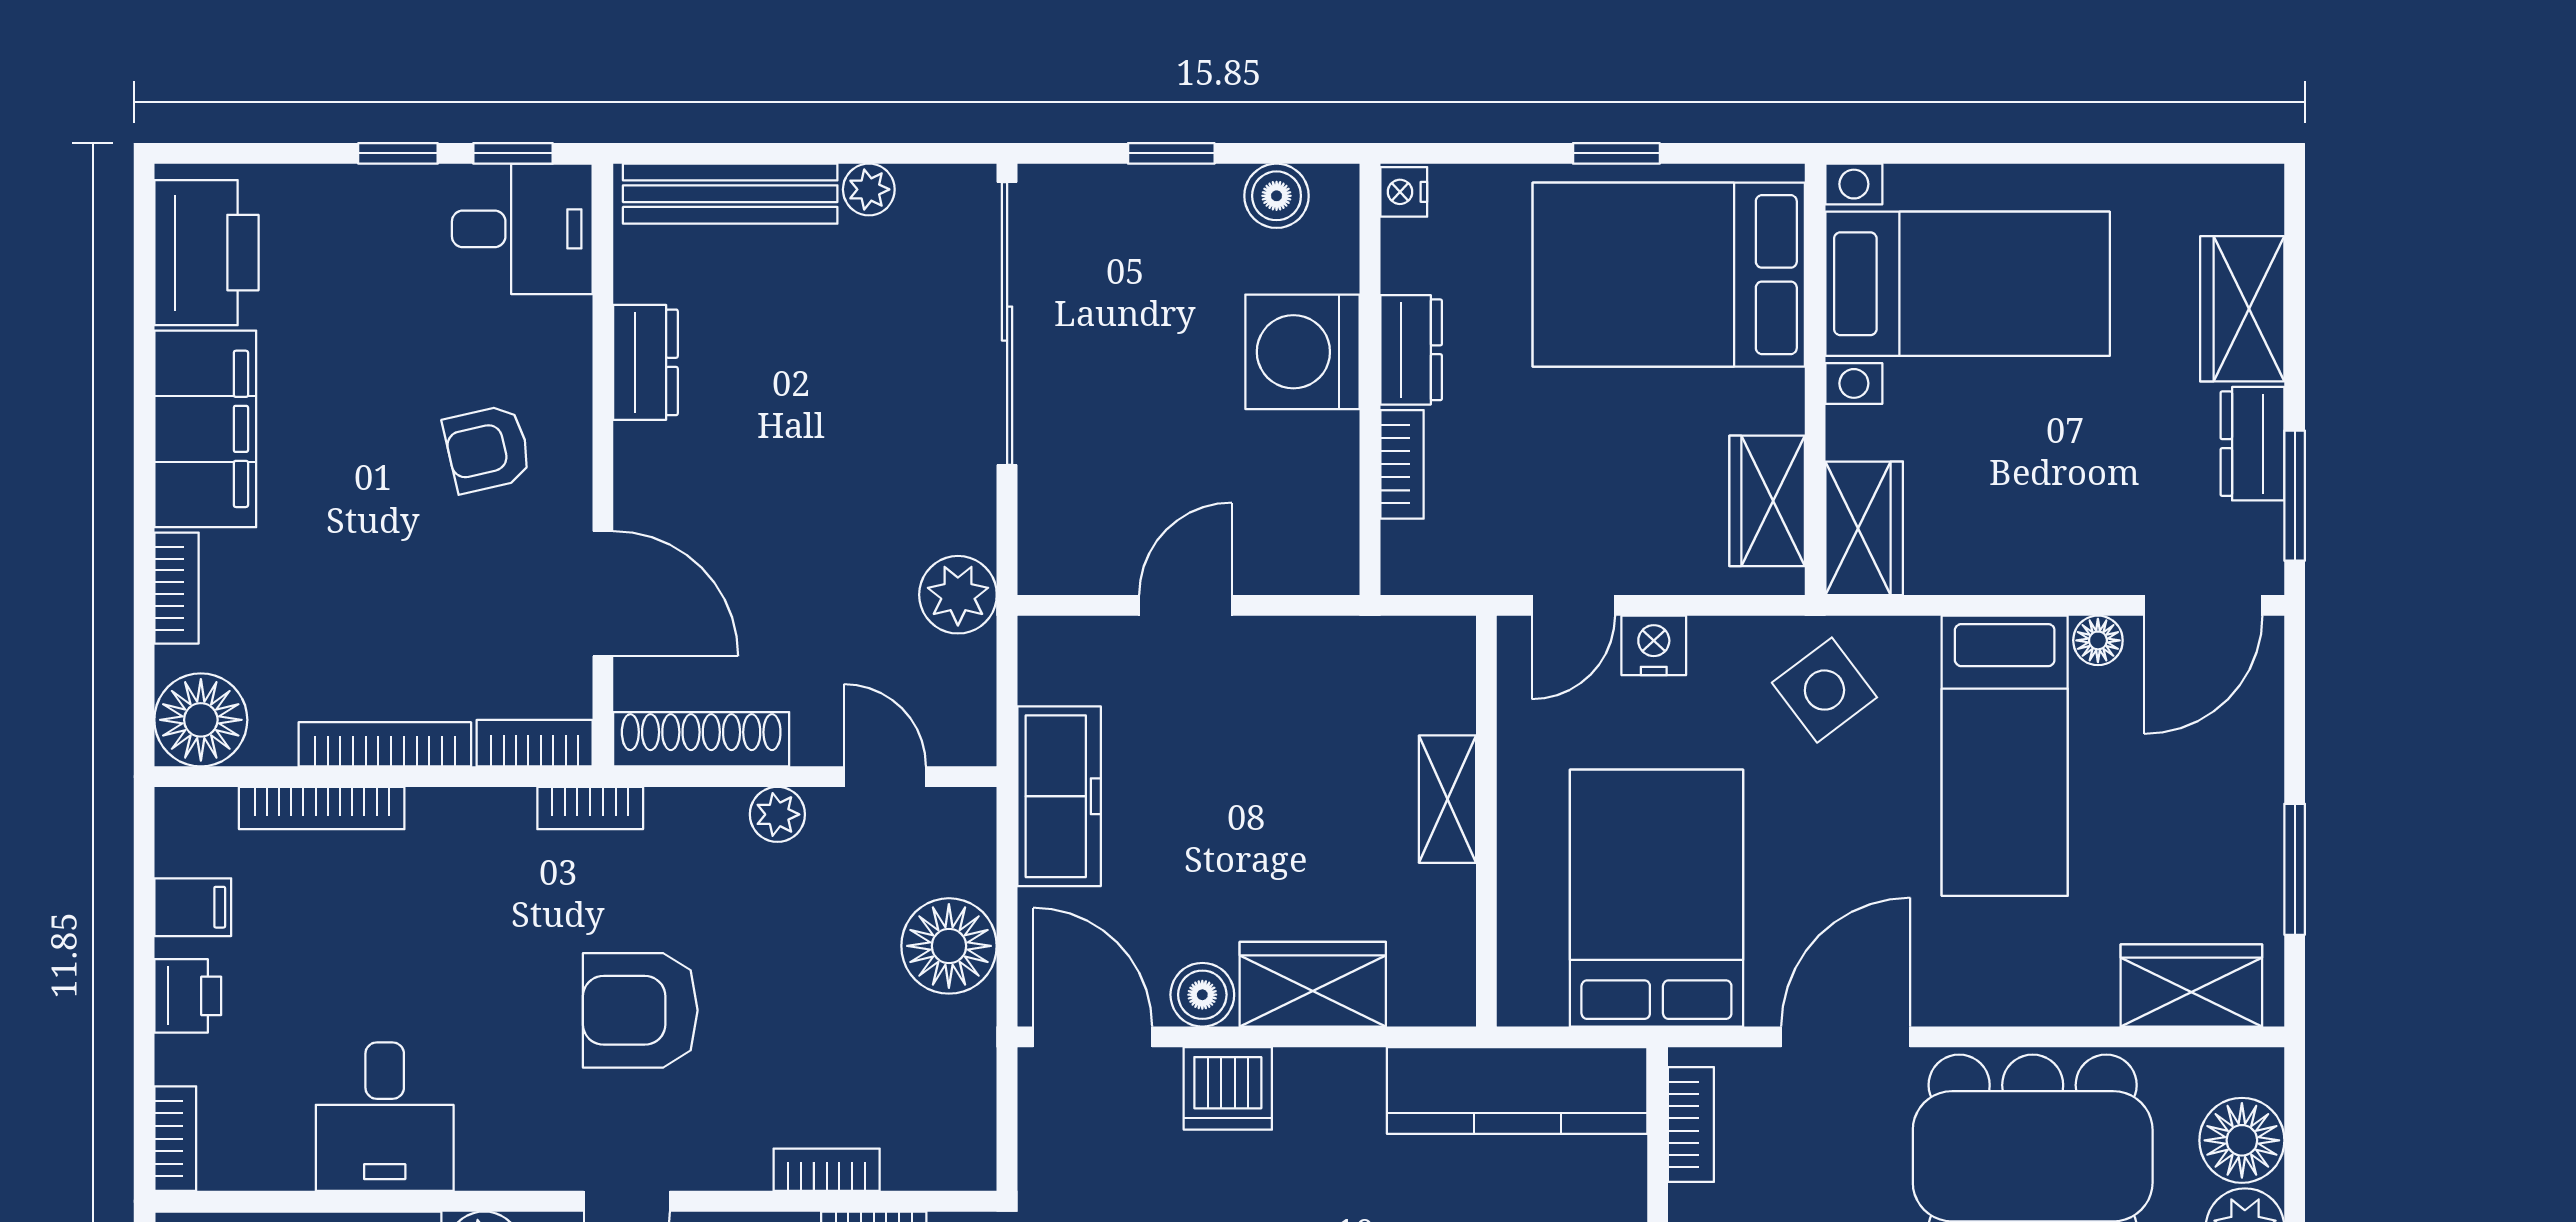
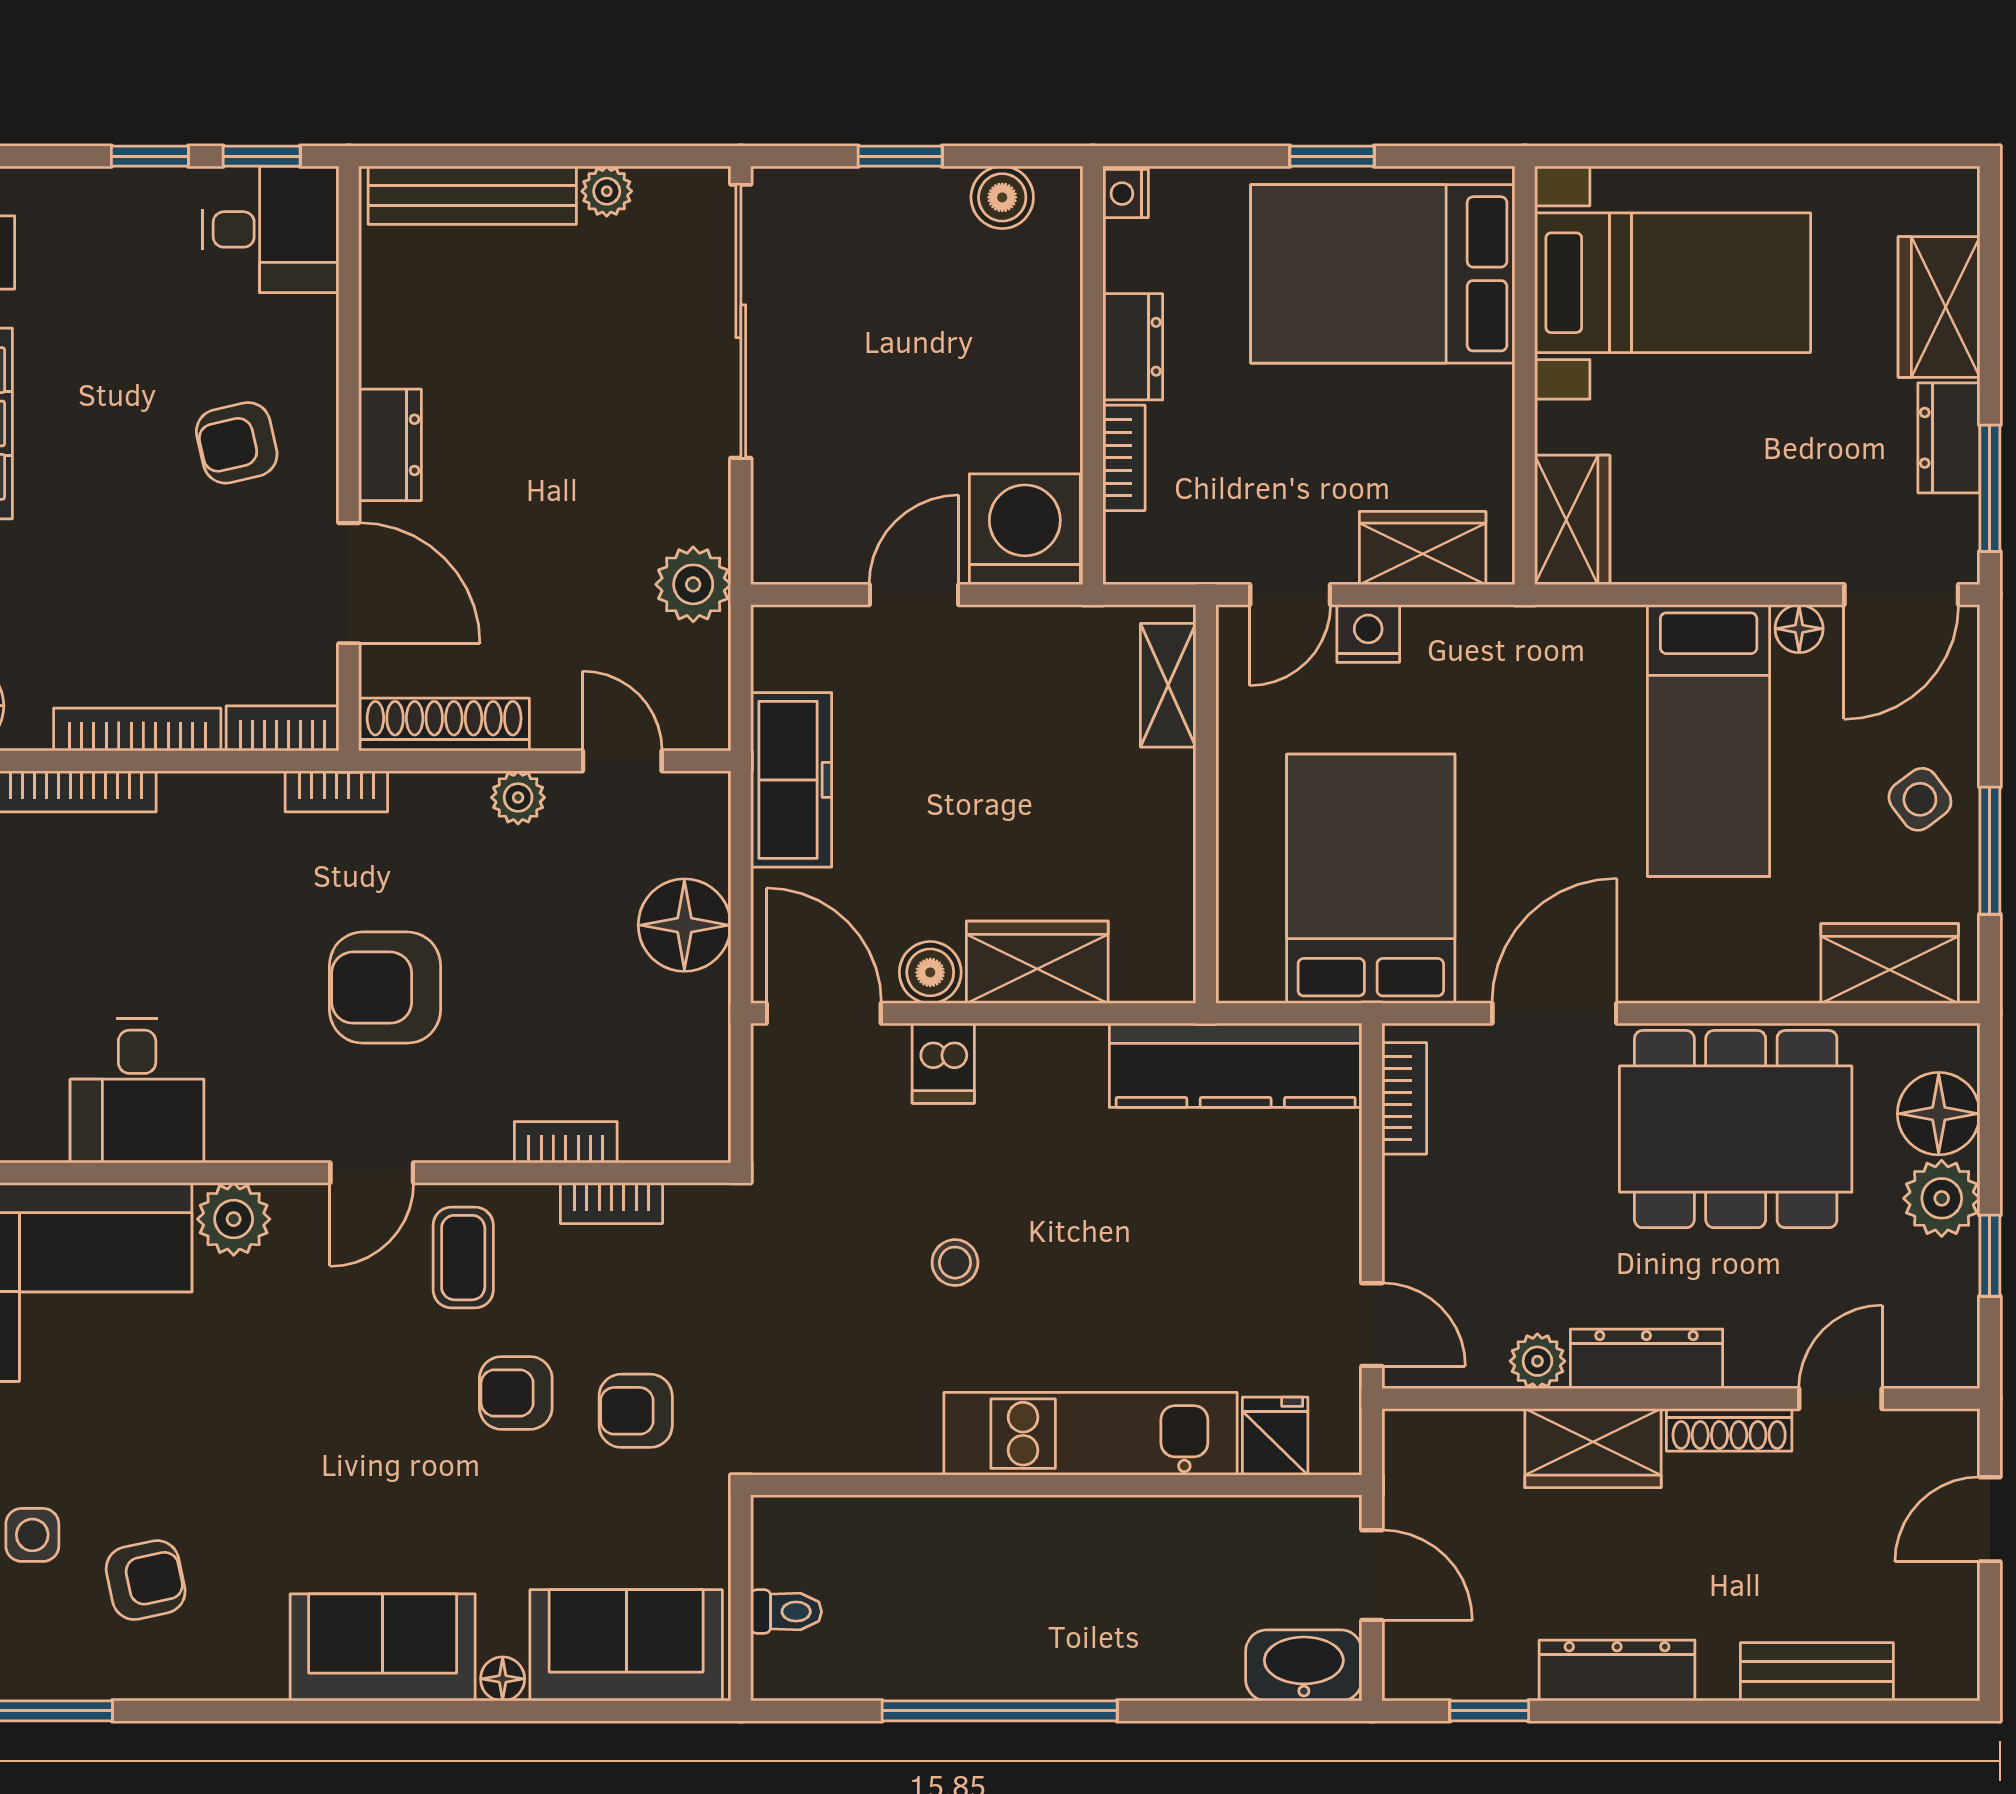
washing machine: (1303, 352) -> (1025, 529), moved, turned 90
dresser: (645, 362) -> (390, 445), moved
wardrobe: (1767, 501) -> (1423, 548), moved, turned 90
side table: (1824, 690) -> (1920, 799), moved, width x0.73, depth x0.73
shelving: (1448, 799) -> (1168, 685), moved
dishwasher: (1228, 1088) -> (943, 1063), width x0.73

